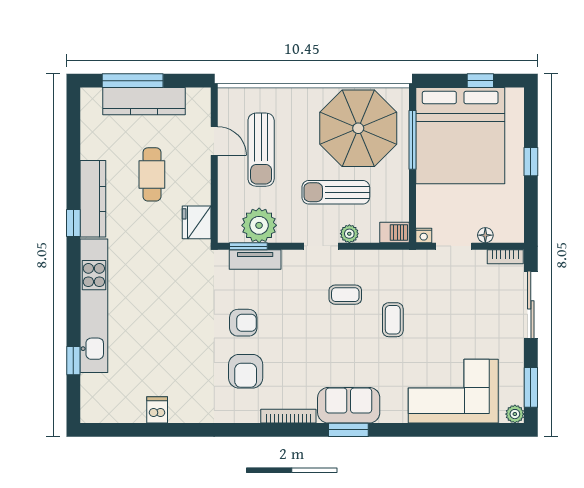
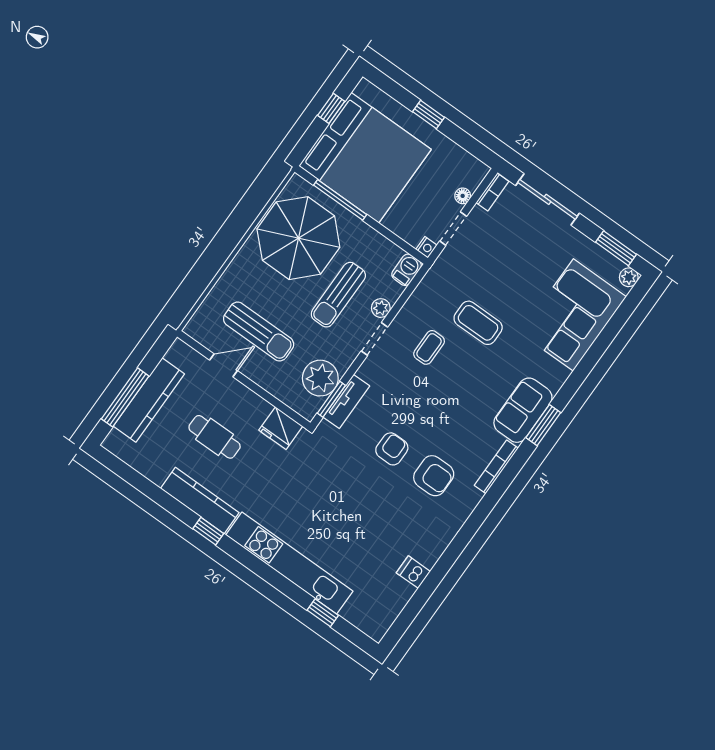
coffee table: (393, 320) -> (478, 323), width x1.36, depth x1.30

